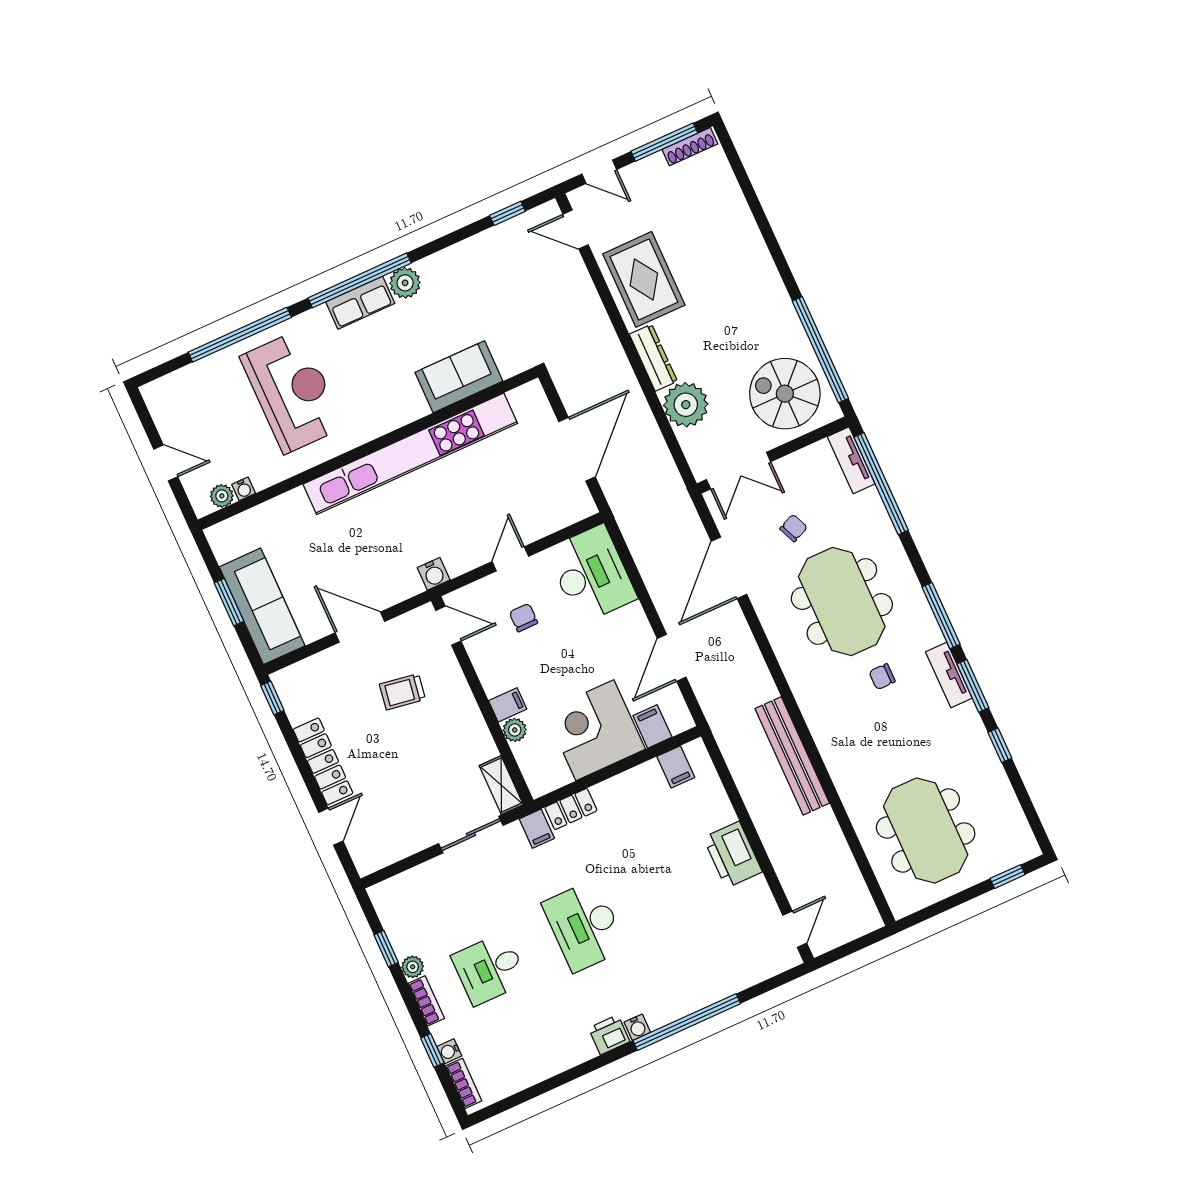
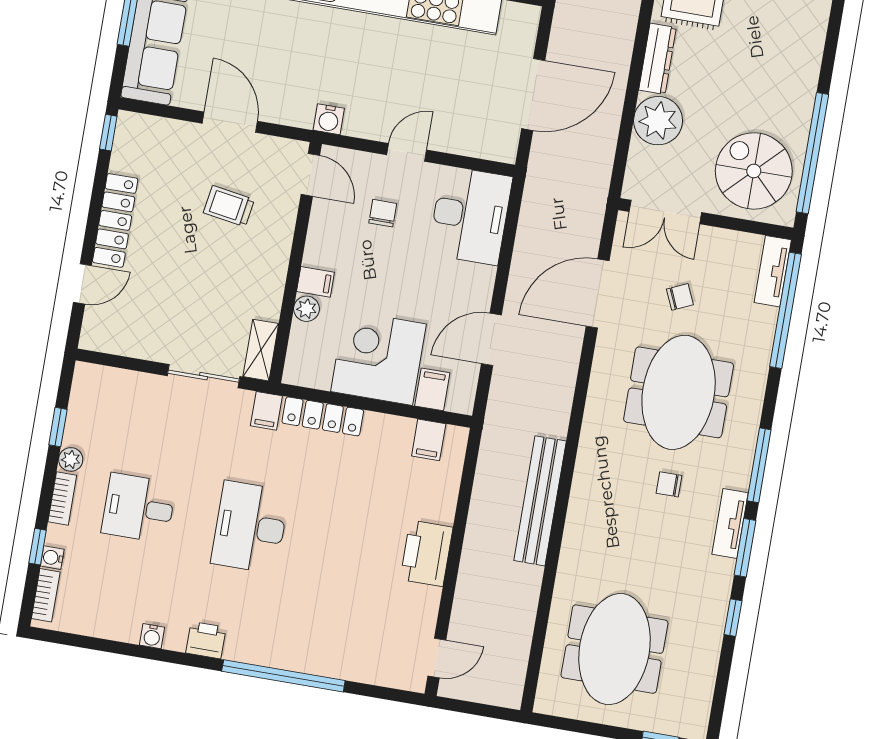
locker: (571, 809) -> (323, 416), width x1.53
water cooler: (637, 1027) -> (152, 636), moved

